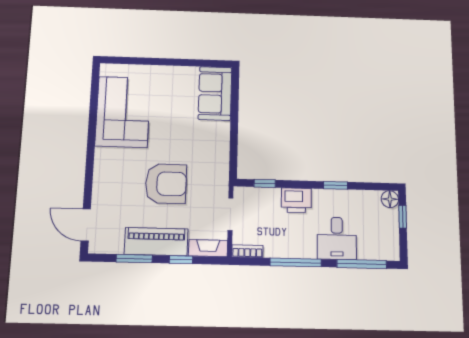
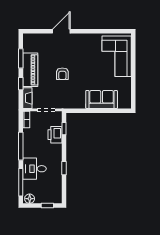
sofa: (215, 93) -> (102, 99), moved
corner sofa: (123, 112) -> (117, 56), moved, turned 90
armchair: (166, 184) -> (62, 74), width x0.53, depth x0.53
floor lamp: (390, 199) -> (30, 199), moved
printer: (296, 200) -> (55, 135), moved
door: (86, 225) -> (61, 31), moved

